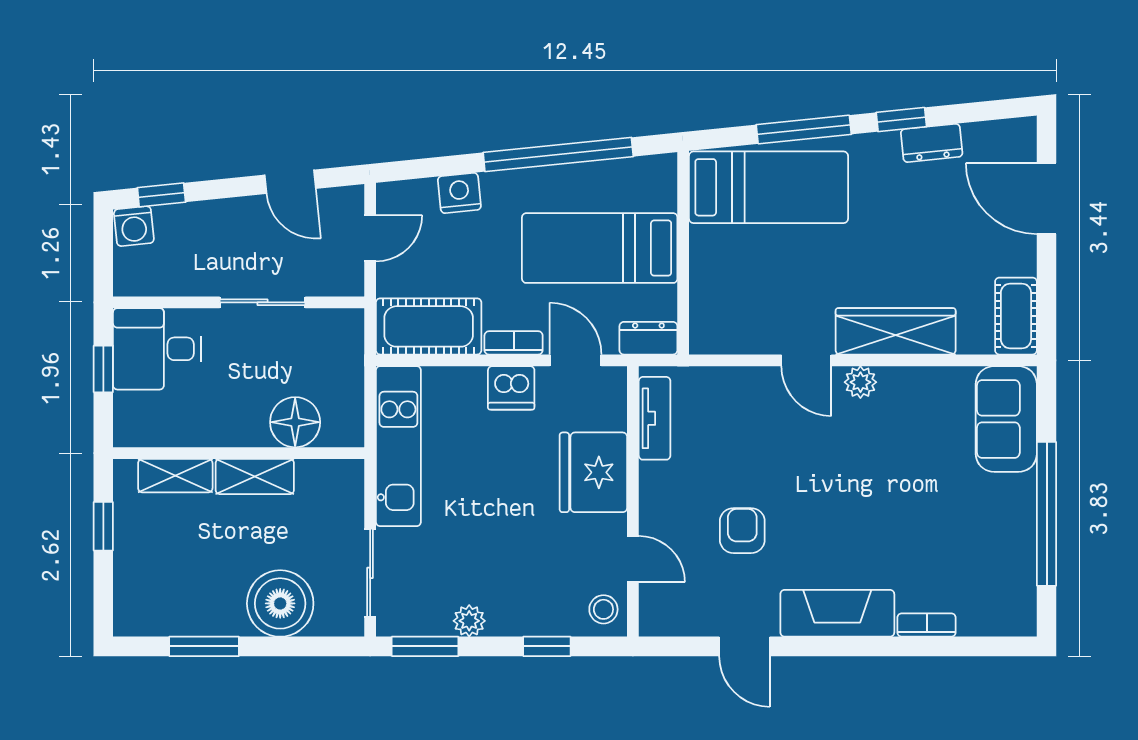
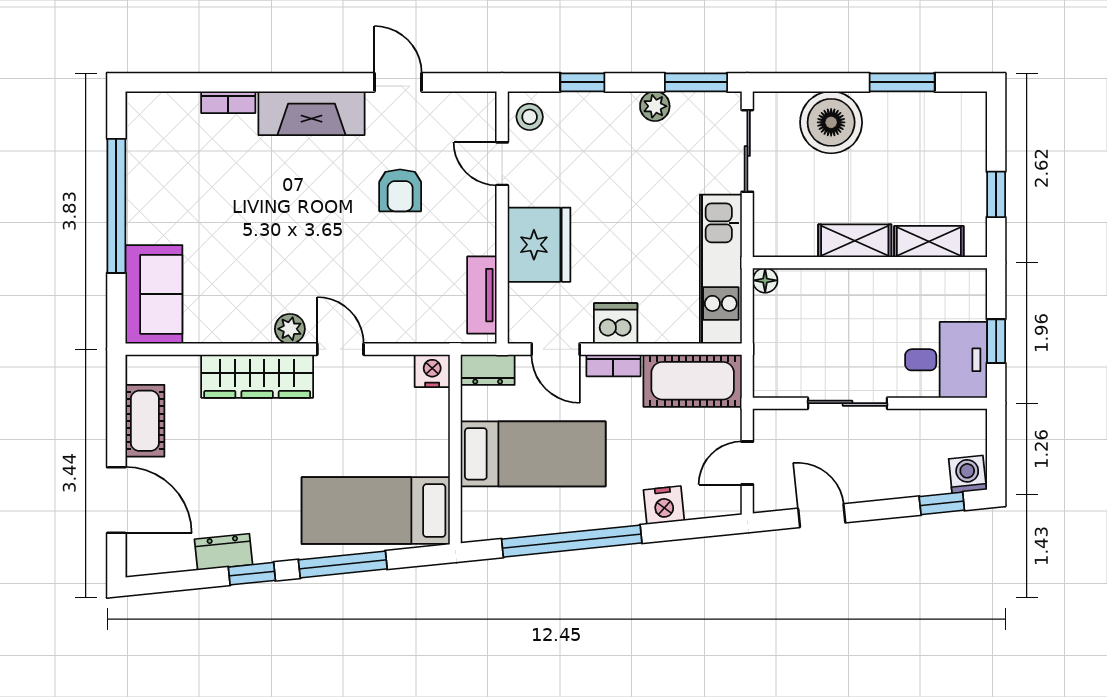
cot: (1016, 316) -> (145, 421), moved
nightstand: (708, 337) -> (432, 371), added
floor lamp: (295, 422) -> (765, 280), moved, width x0.53, depth x0.53

